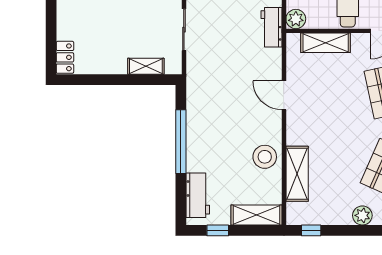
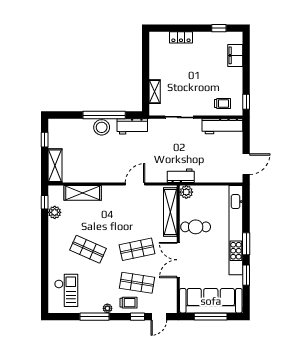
shelving: (326, 43) -> (170, 212), width x1.47
locker: (65, 57) -> (181, 37), moved
stool: (265, 157) -> (102, 127), moved
workbench: (198, 195) -> (132, 126), moved
plant: (362, 215) -> (55, 212), moved

